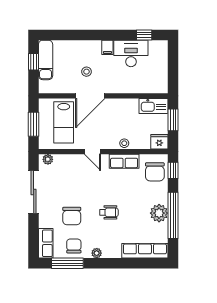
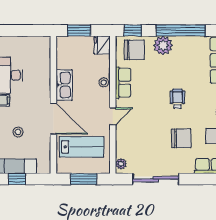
stool: (86, 72) -> (18, 132), moved
kitchen sink: (154, 106) -> (64, 85), moved
plant: (159, 213) -> (163, 45), moved

